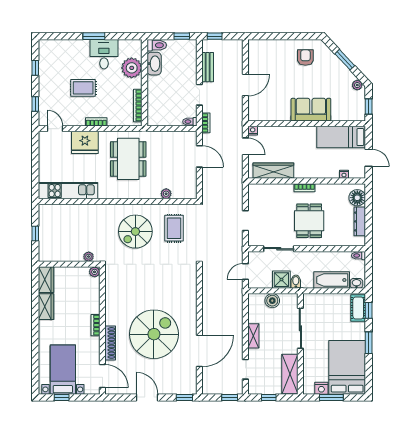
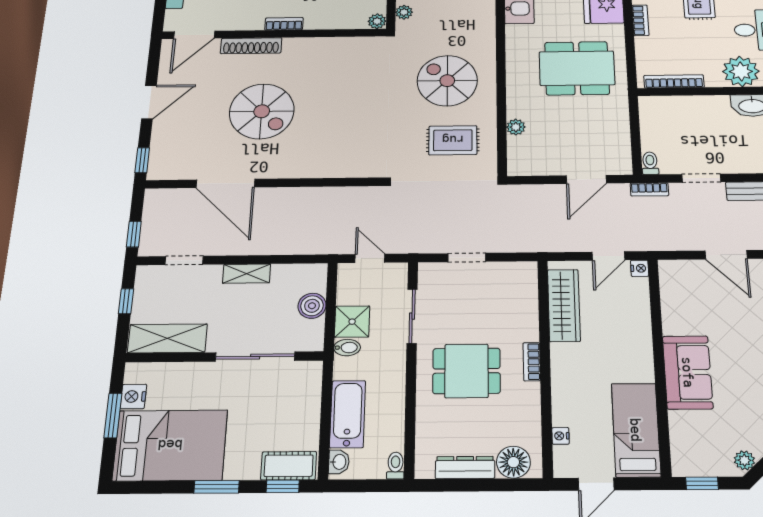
spiral stairs: (154, 334) -> (262, 111), width x0.73, depth x0.73

